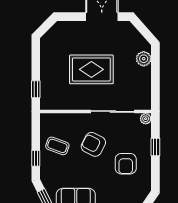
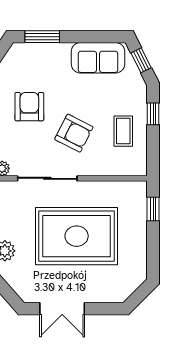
rug: (91, 69) -> (77, 236), width x1.37, depth x1.44
coffee table: (57, 146) -> (123, 131), turned 70

